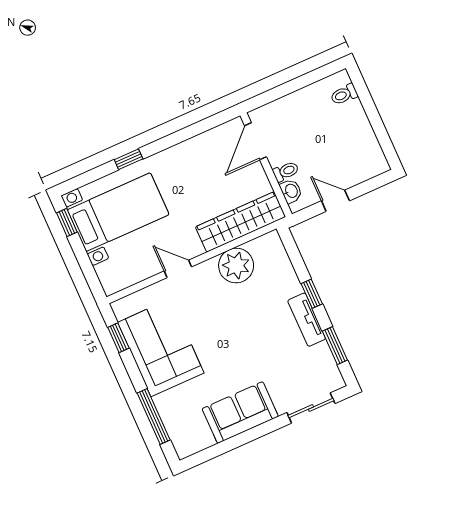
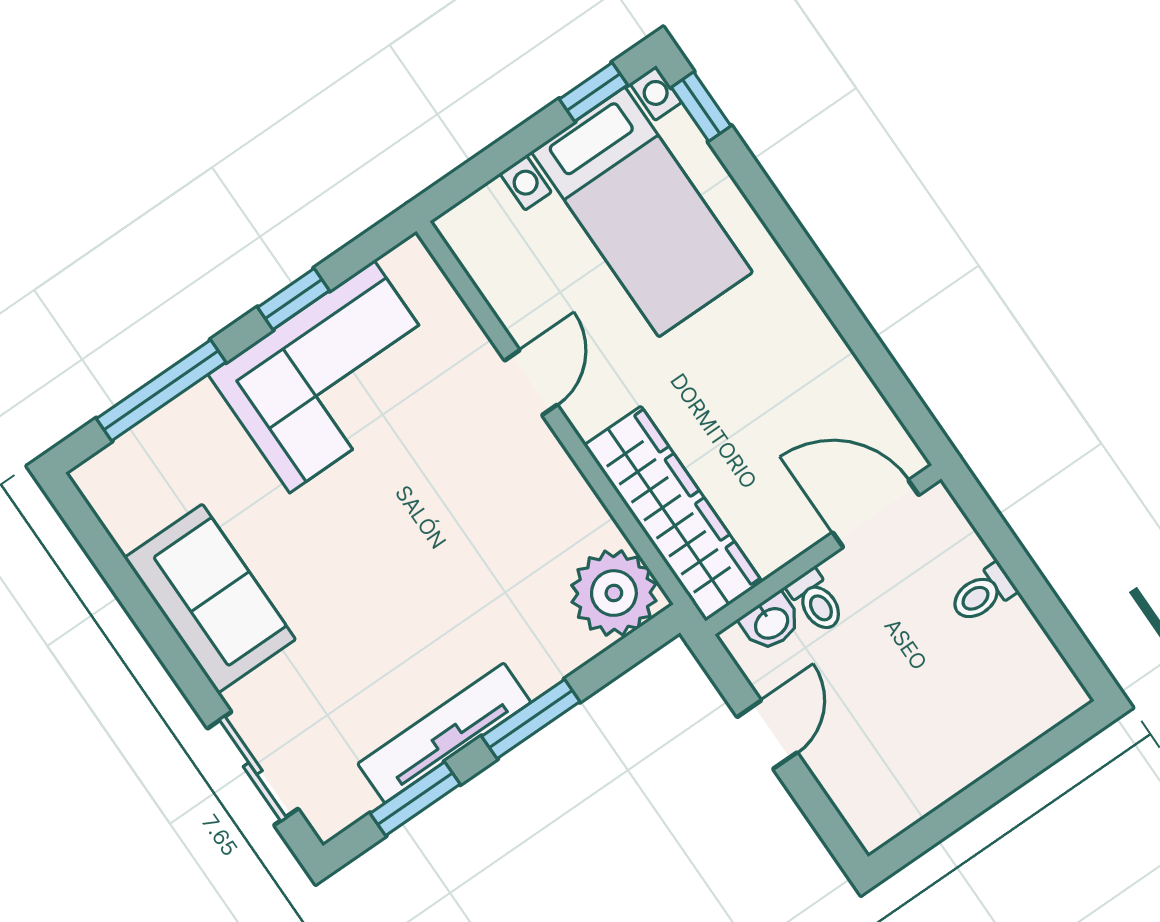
toilet: (344, 94) -> (983, 593), moved, turned -90
window: (129, 159) -> (701, 107), moved
plant: (236, 266) -> (614, 593), moved
window: (312, 294) -> (531, 719), width x1.50
tv unit: (307, 320) -> (444, 733), width x1.41
window: (118, 338) -> (293, 299), moved

